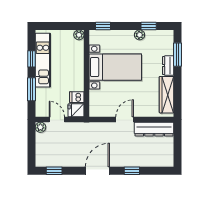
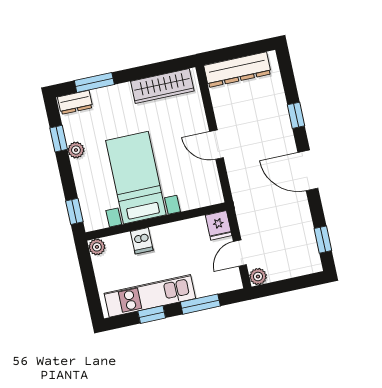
dresser: (168, 66) -> (75, 102), moved
dishwasher: (77, 97) -> (142, 241), moved
dresser: (154, 129) -> (237, 70), moved, turned 90

